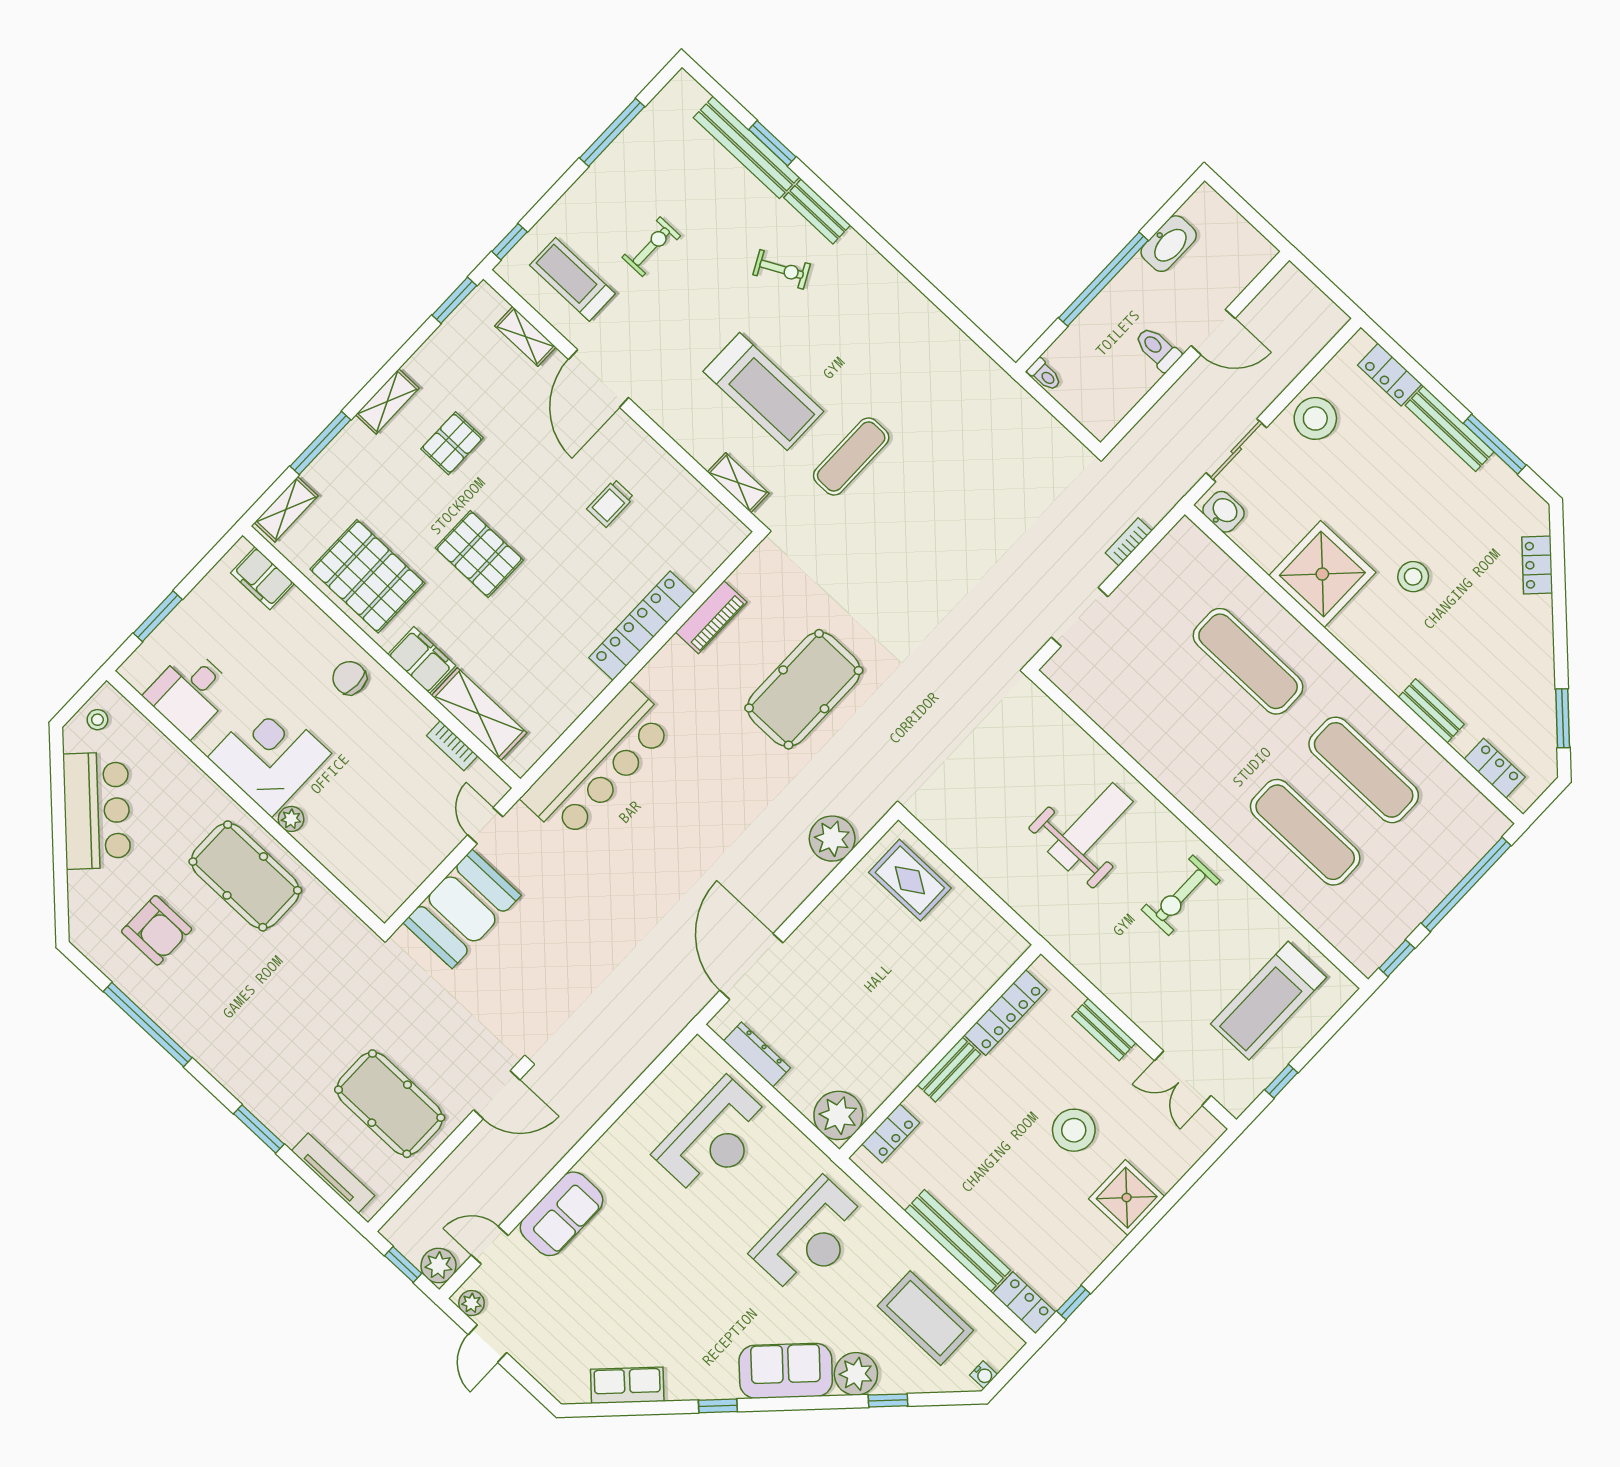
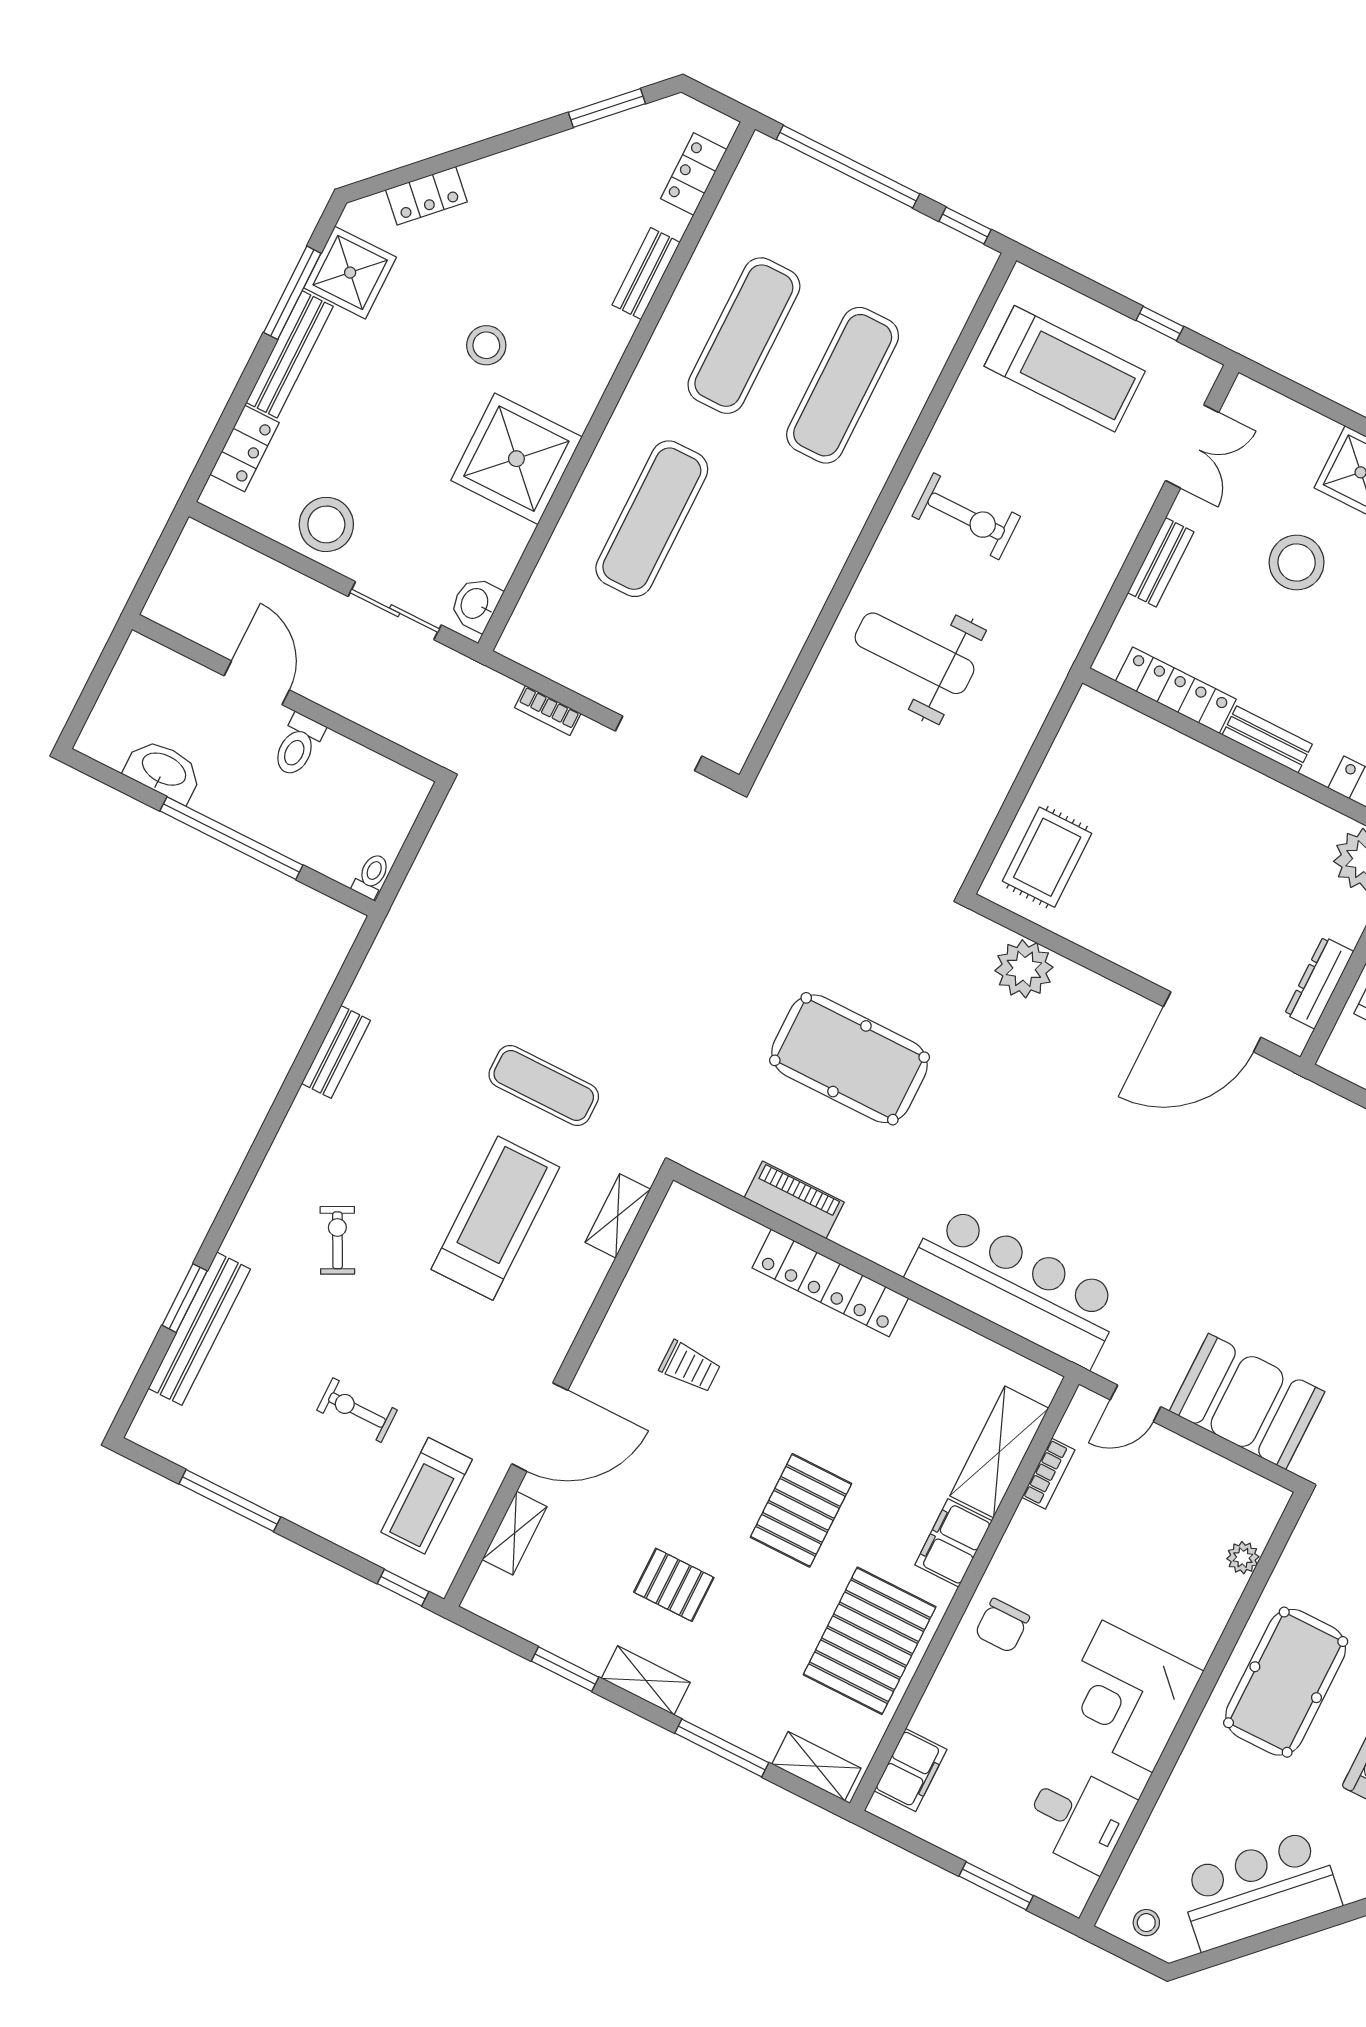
bench: (817, 211) -> (336, 1052), moved
window: (454, 300) -> (565, 1669), moved
shower: (1497, 491) -> (350, 273), added
plant: (291, 819) -> (1243, 1558), moved

